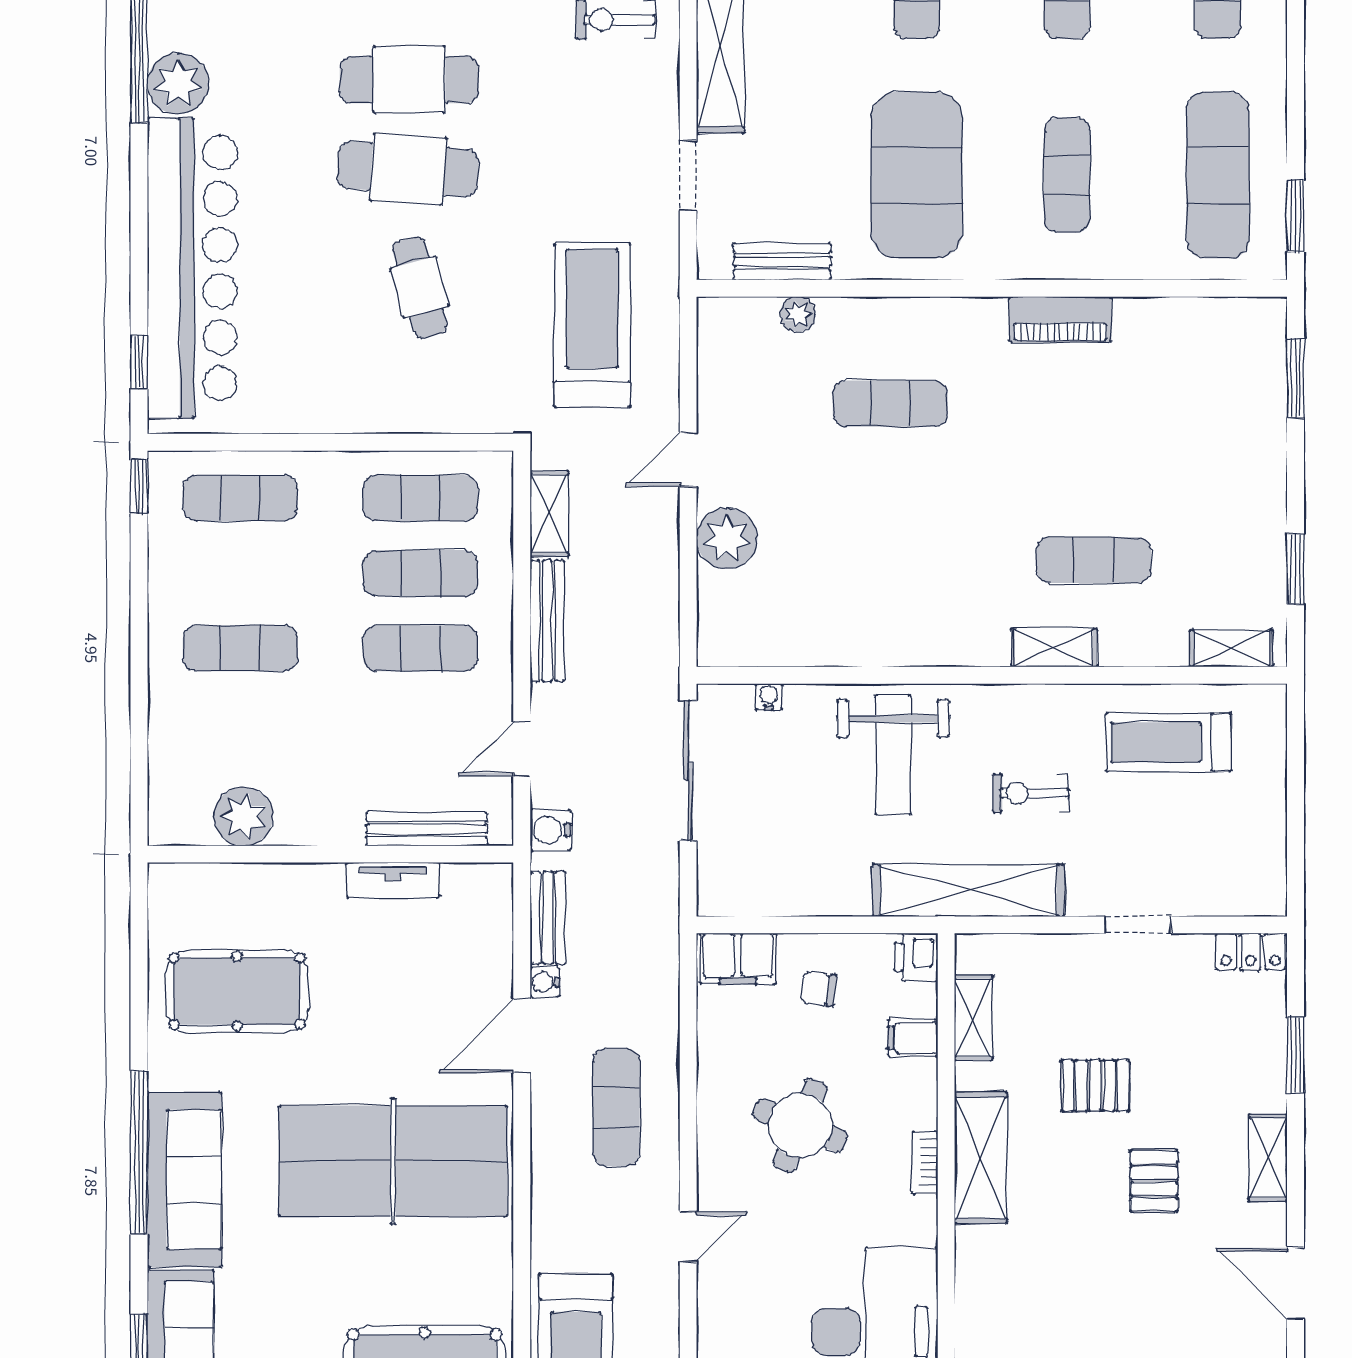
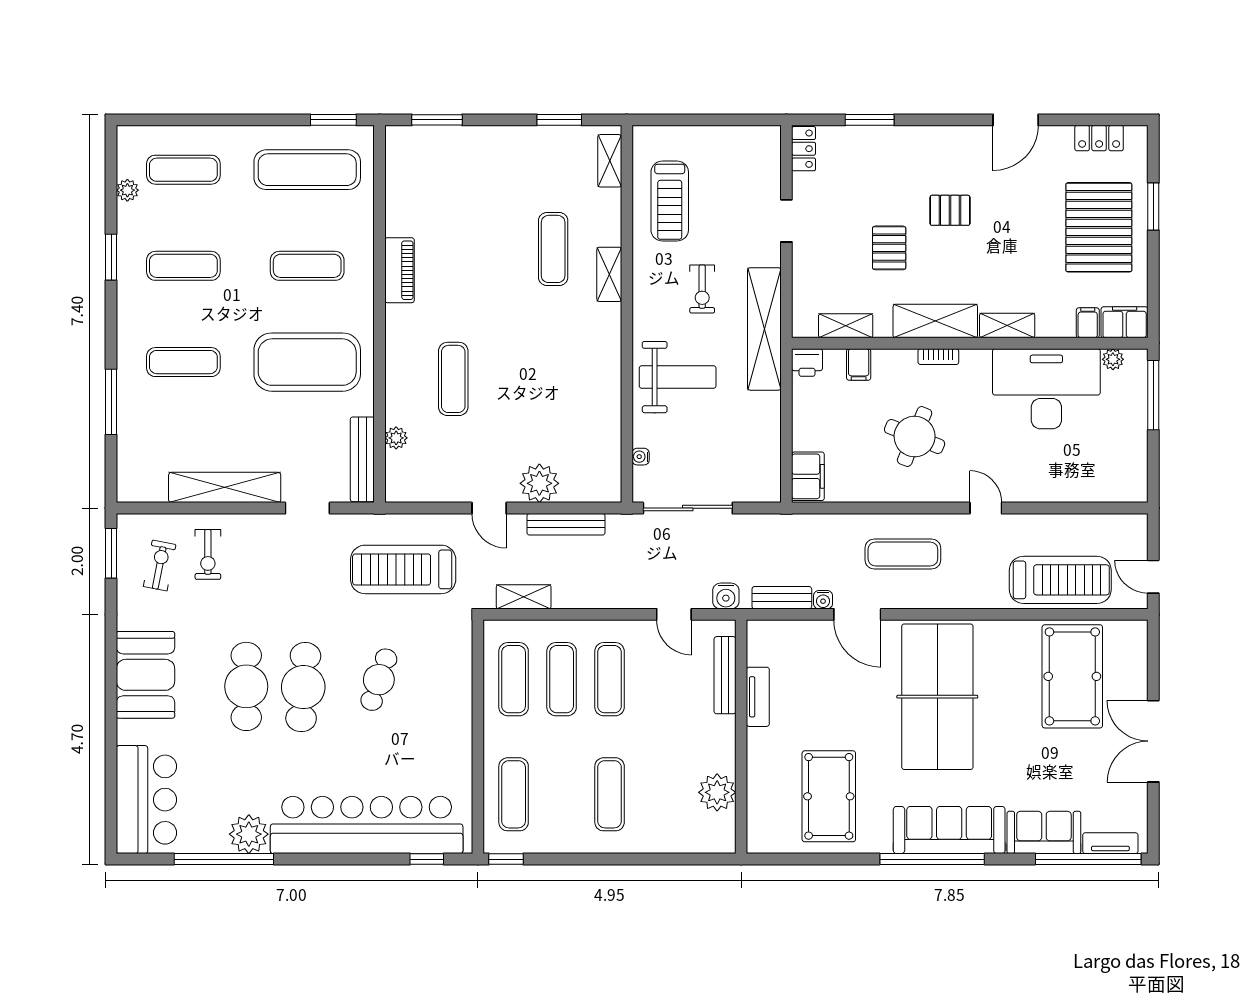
bench: (782, 261) -> (362, 459), width x1.36
cafe table: (420, 287) -> (379, 680), turned -56
bench: (547, 621) -> (566, 524), moved
chair: (819, 989) -> (827, 425), removed
shelving: (1268, 1158) -> (1007, 325), moved

